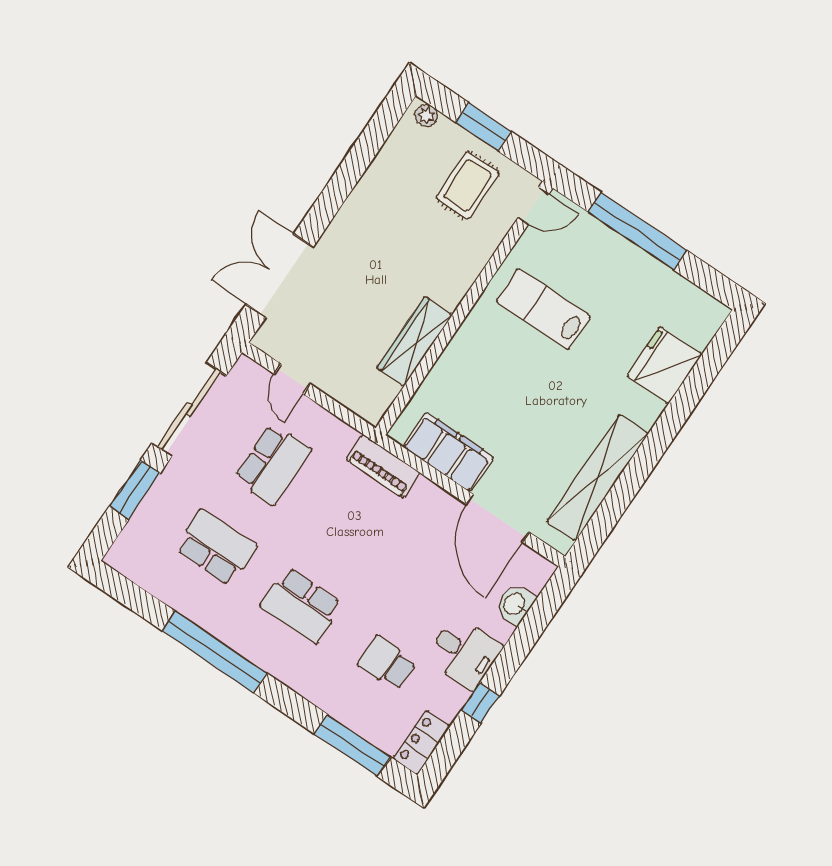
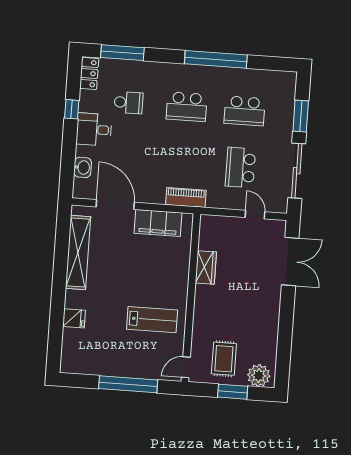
plant: (426, 115) -> (259, 376), width x1.87, depth x1.87
wardrobe: (414, 341) -> (206, 267), width x0.67
fridge: (665, 365) -> (74, 318), width x0.53, depth x0.75
school desk: (302, 605) -> (187, 107), turned 180

